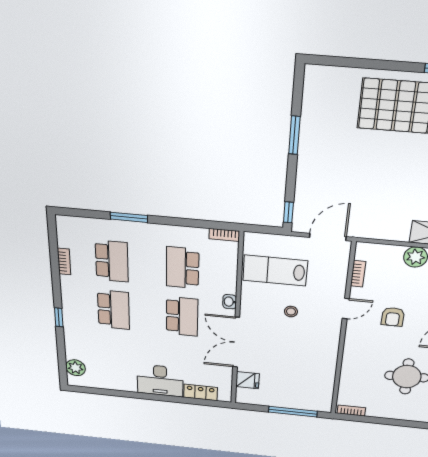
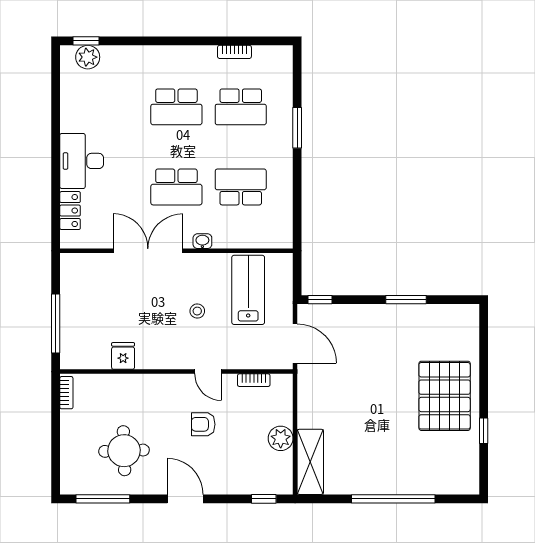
bookcase: (224, 235) -> (286, 232), removed
window: (59, 317) -> (86, 41), moved
fridge: (247, 380) -> (123, 356), moved, turned 180

